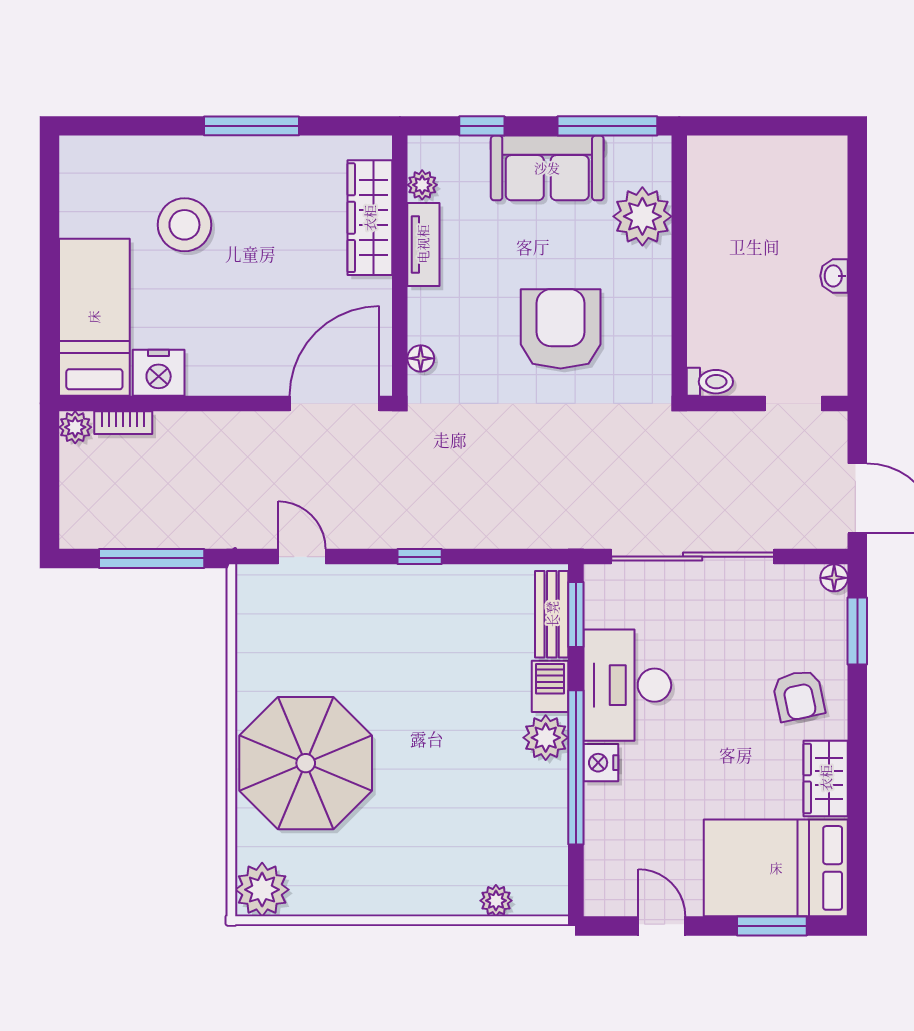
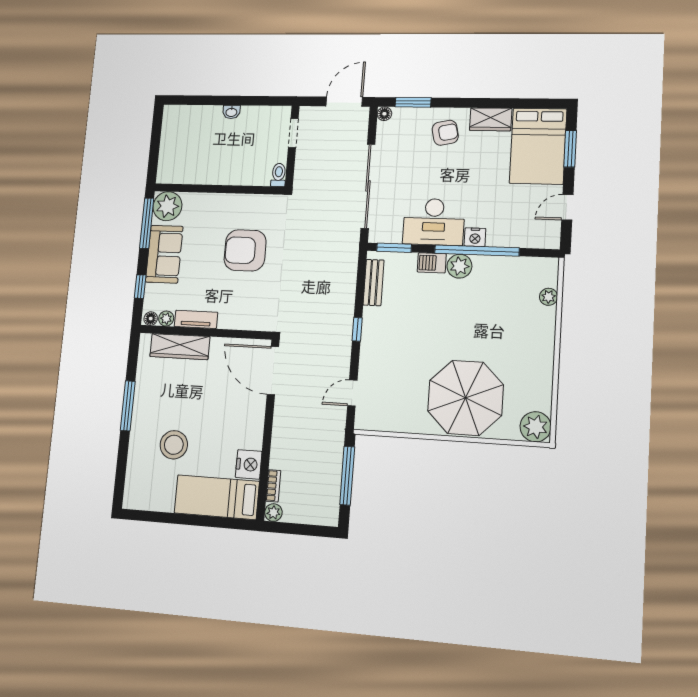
plant: (642, 216) -> (167, 206), moved
floor lamp: (421, 358) -> (151, 319), moved
bench: (552, 614) -> (374, 283), moved, turned 90

